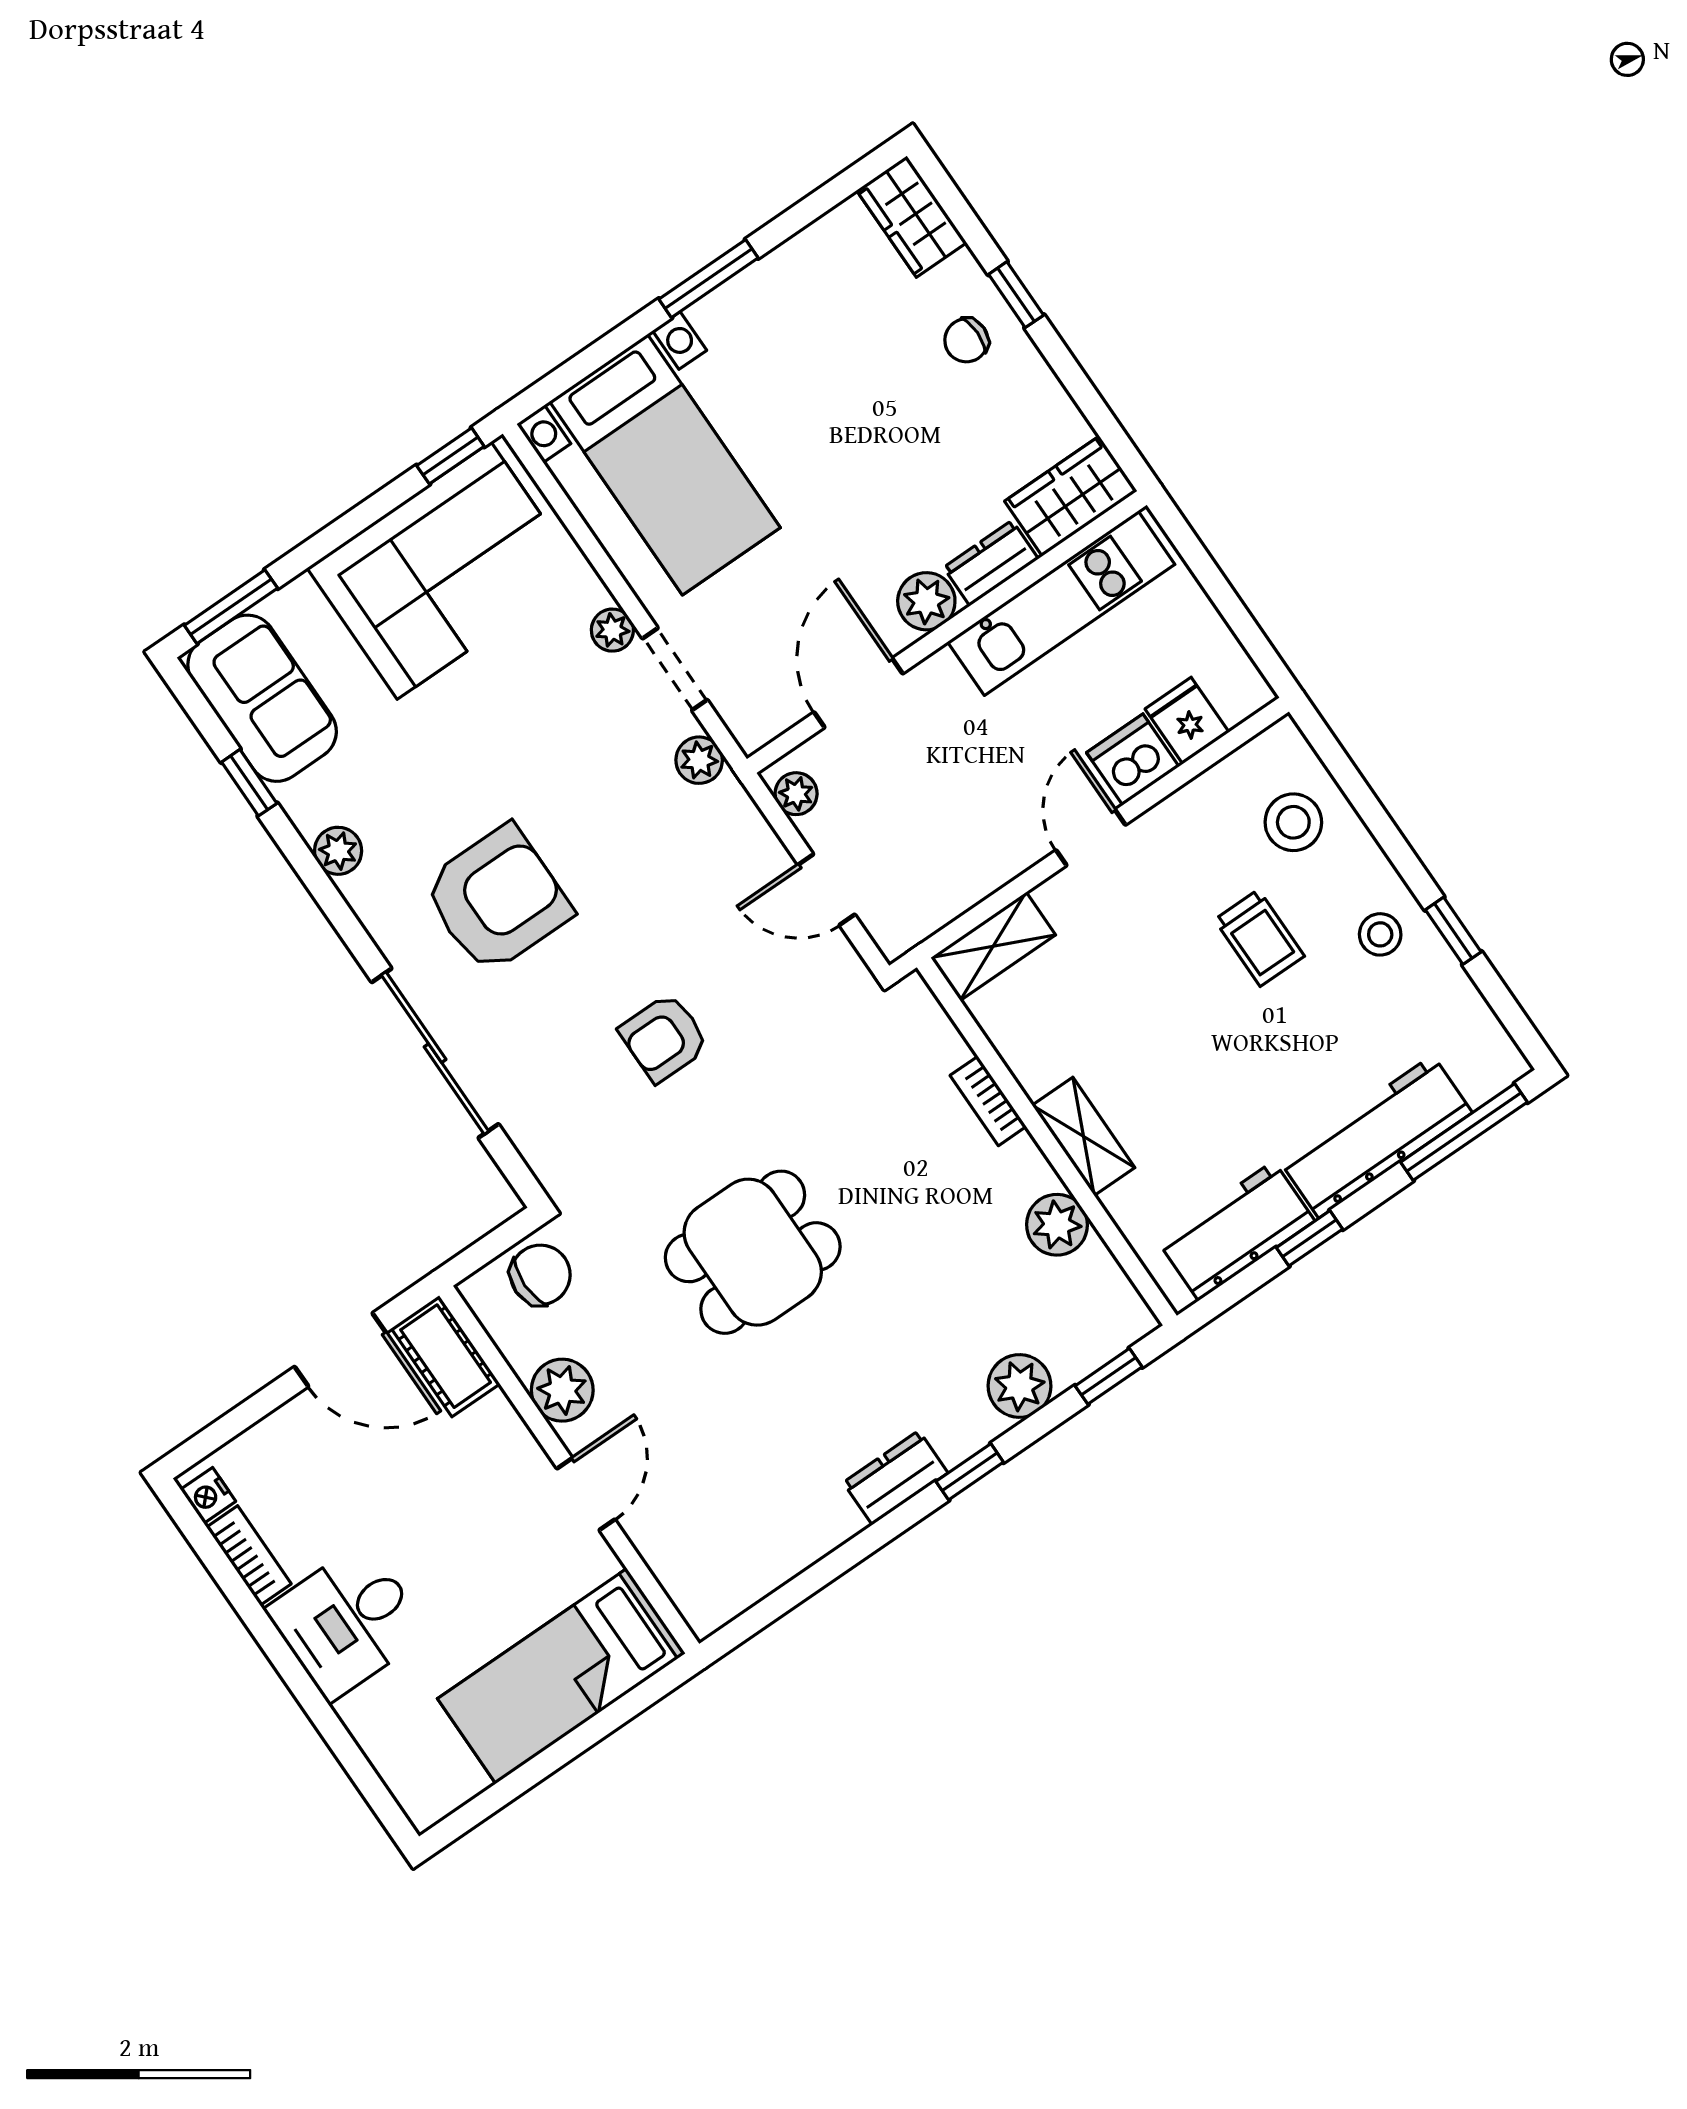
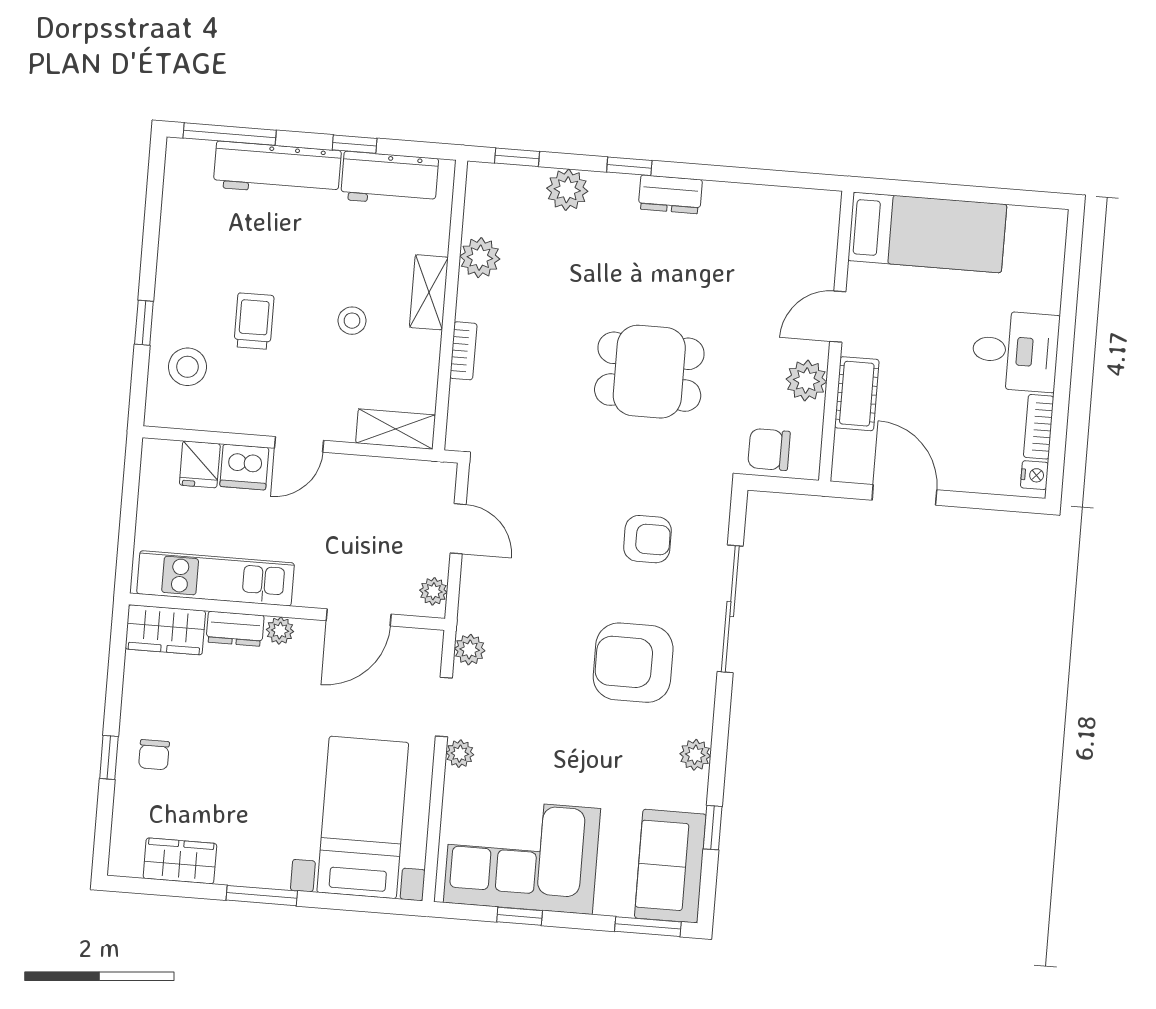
wardrobe: (912, 217) -> (180, 861), moved, turned -90
chair: (966, 340) -> (154, 755), turned 90
window: (450, 456) -> (520, 916), moved
plant: (926, 601) -> (280, 631), width x0.73, depth x0.73
window: (1453, 931) -> (144, 323), moved
stool: (1380, 934) -> (352, 321), moved
armchair: (664, 1038) -> (647, 539), moved
cot: (446, 1356) -> (857, 394), moved

